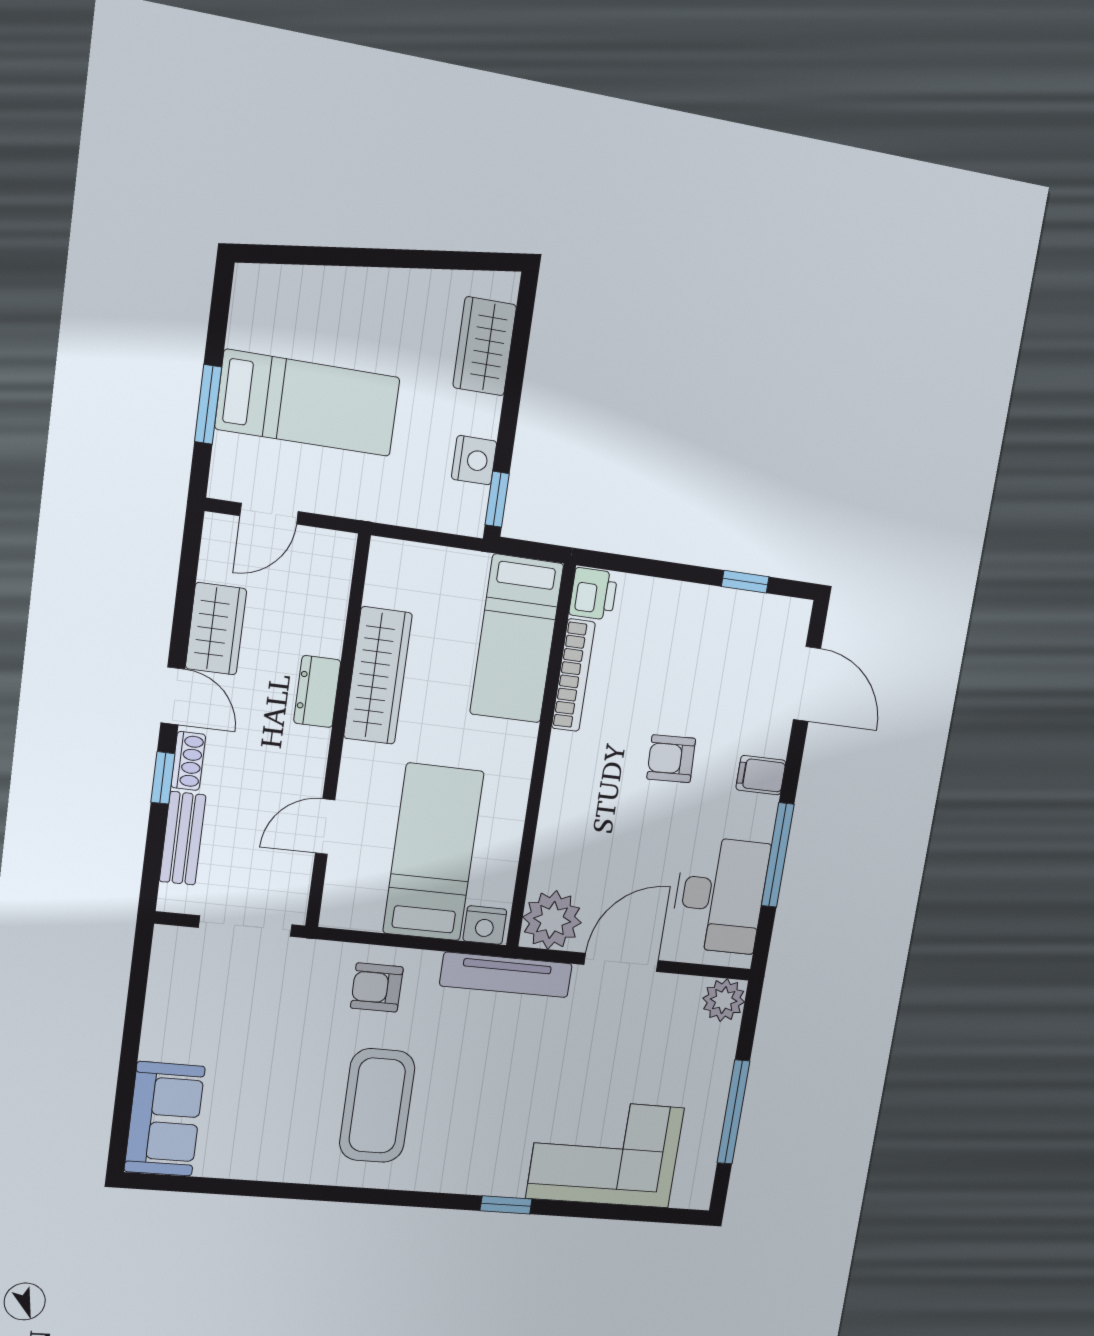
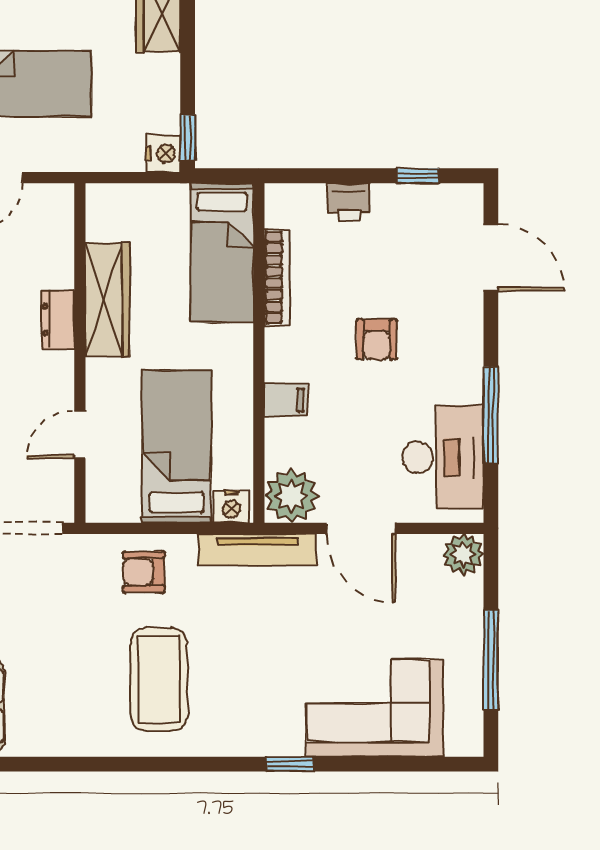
nightstand: (474, 460) -> (163, 154), moved
printer: (593, 594) -> (349, 202), moved, turned 90
armchair: (671, 759) -> (377, 339), turned -88
filing cabinet: (761, 775) -> (286, 400), moved, turned 180
door: (621, 962) -> (361, 528), swing flipped

